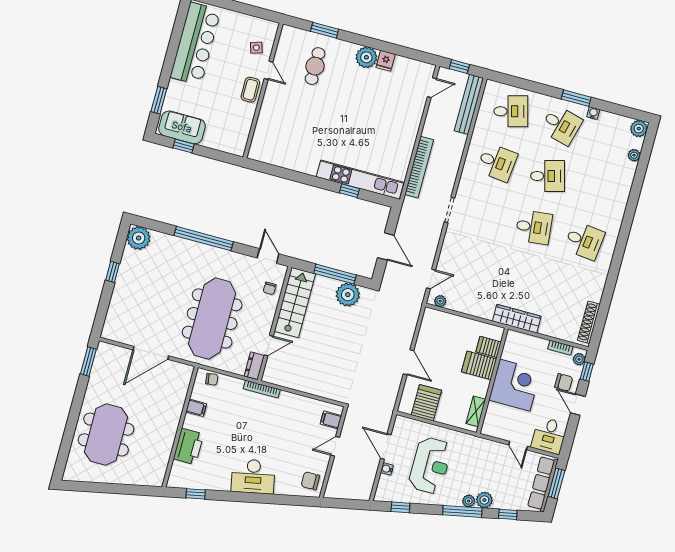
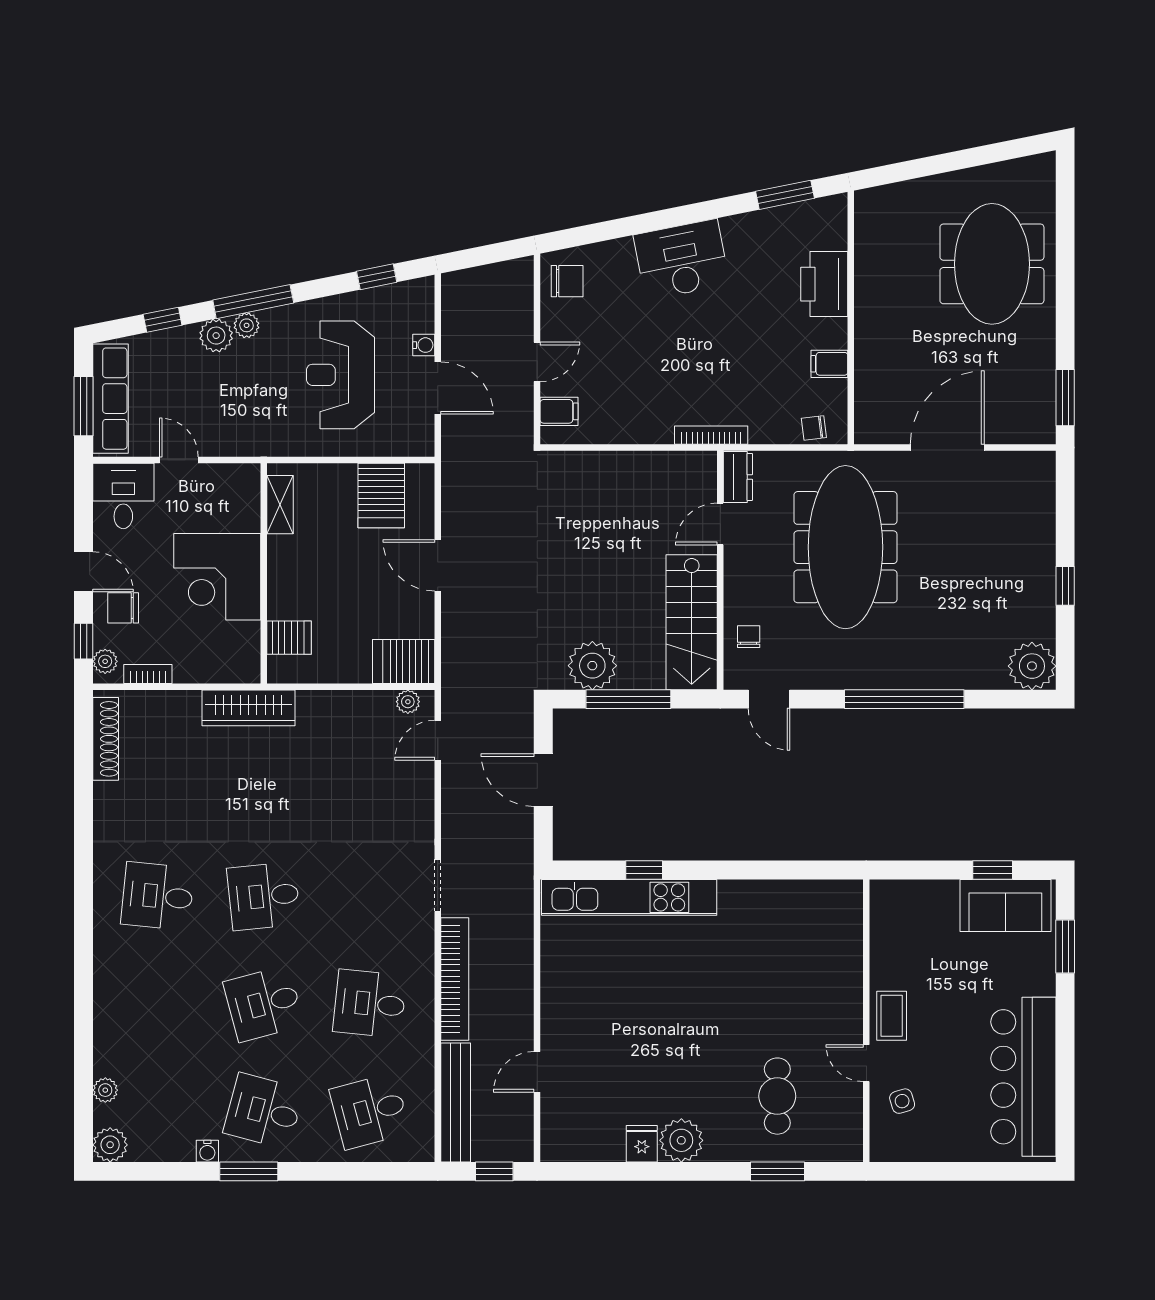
door: (432, 88) -> (537, 1072), moved
bookcase: (419, 167) -> (455, 979), moved, turned 180
server rack: (479, 365) -> (404, 662), moved, turned 180
window: (196, 494) -> (785, 195), width x1.50

